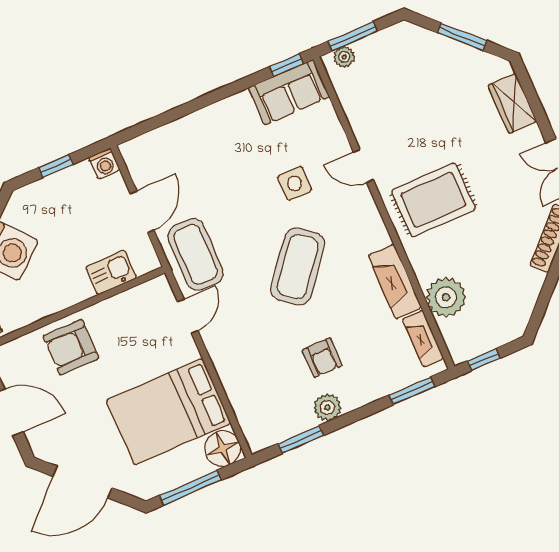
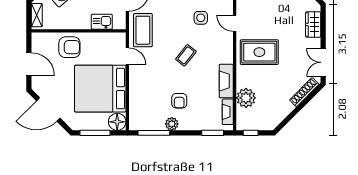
coffee table: (298, 267) -> (186, 55), width x0.54, depth x0.58
door: (188, 316) -> (127, 56), hinge flipped
armchair: (71, 347) -> (69, 47), turned 180
bed: (168, 412) -> (100, 89), width x1.36
window: (301, 439) -> (154, 133), width x1.44

